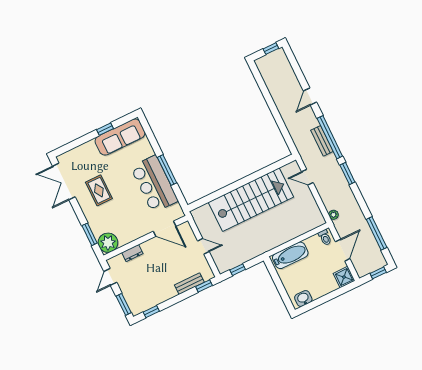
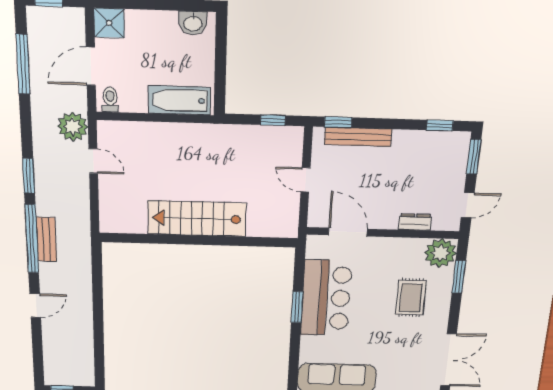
window: (167, 170) -> (297, 307), width x0.69
door: (307, 177) -> (93, 161), moved
rug: (99, 190) -> (411, 298), moved
stairs: (251, 200) -> (197, 219), width x0.73, depth x0.66
plant: (333, 215) -> (73, 127), width x1.87, depth x1.87
bench: (189, 284) -> (358, 137), width x1.36

